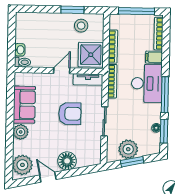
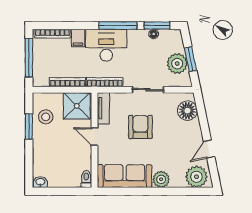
washbasin: (20, 50) -> (40, 182), moved
sofa: (24, 105) -> (125, 176), width x1.36
floor lamp: (67, 161) -> (187, 111), moved

